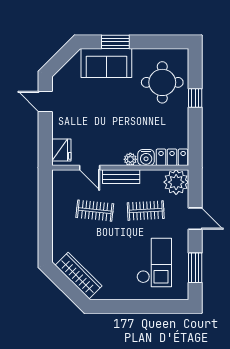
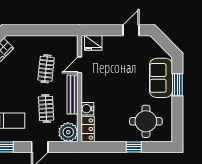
plant: (130, 159) -> (86, 96), removed
bench: (121, 177) -> (72, 95), width x1.36

